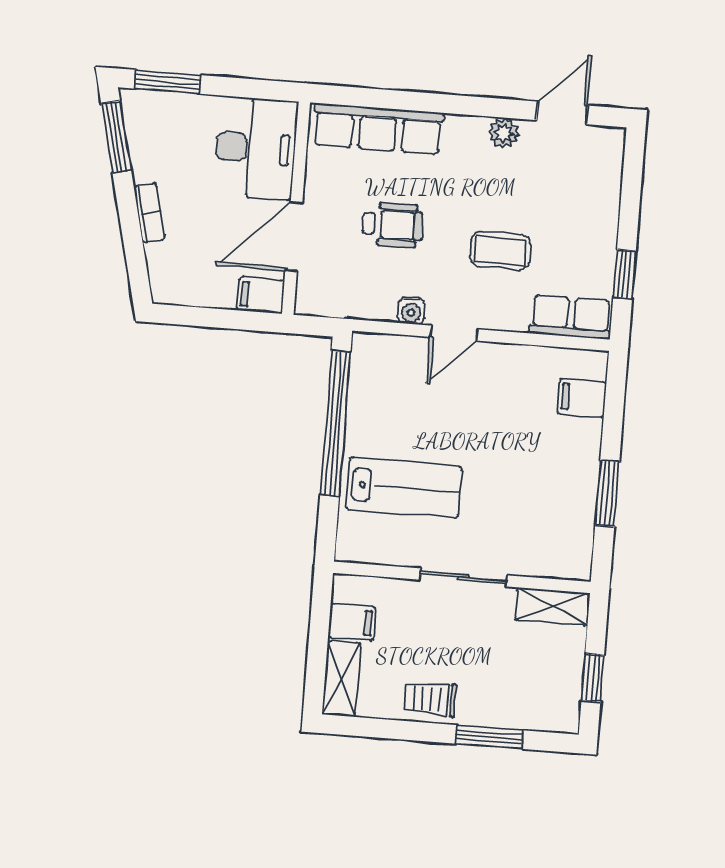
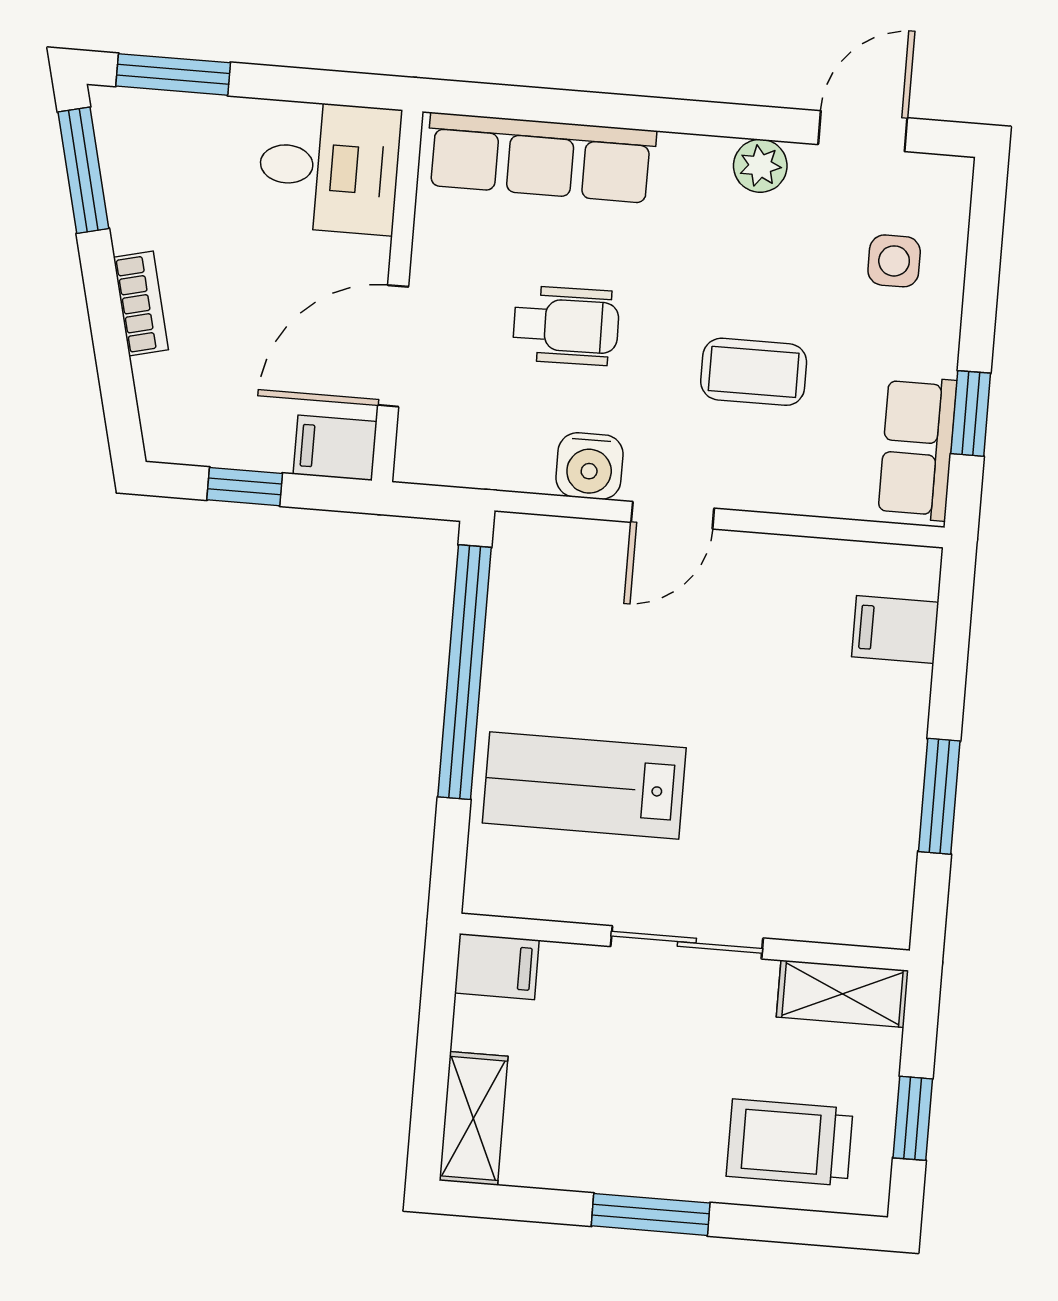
desk: (256, 148) -> (329, 167), width x0.73
side table: (580, 187) -> (894, 261), added
water cooler: (411, 311) -> (589, 466), width x1.38, depth x1.38
row of seats: (571, 317) -> (917, 448), moved, turned -90
window: (209, 318) -> (245, 487), added
lab bench: (404, 488) -> (584, 785), turned 180
filing cabinet: (352, 622) -> (497, 967), moved
trolley: (430, 699) -> (790, 1142), moved, width x1.36, depth x1.39
window: (489, 737) -> (651, 1214), moved

